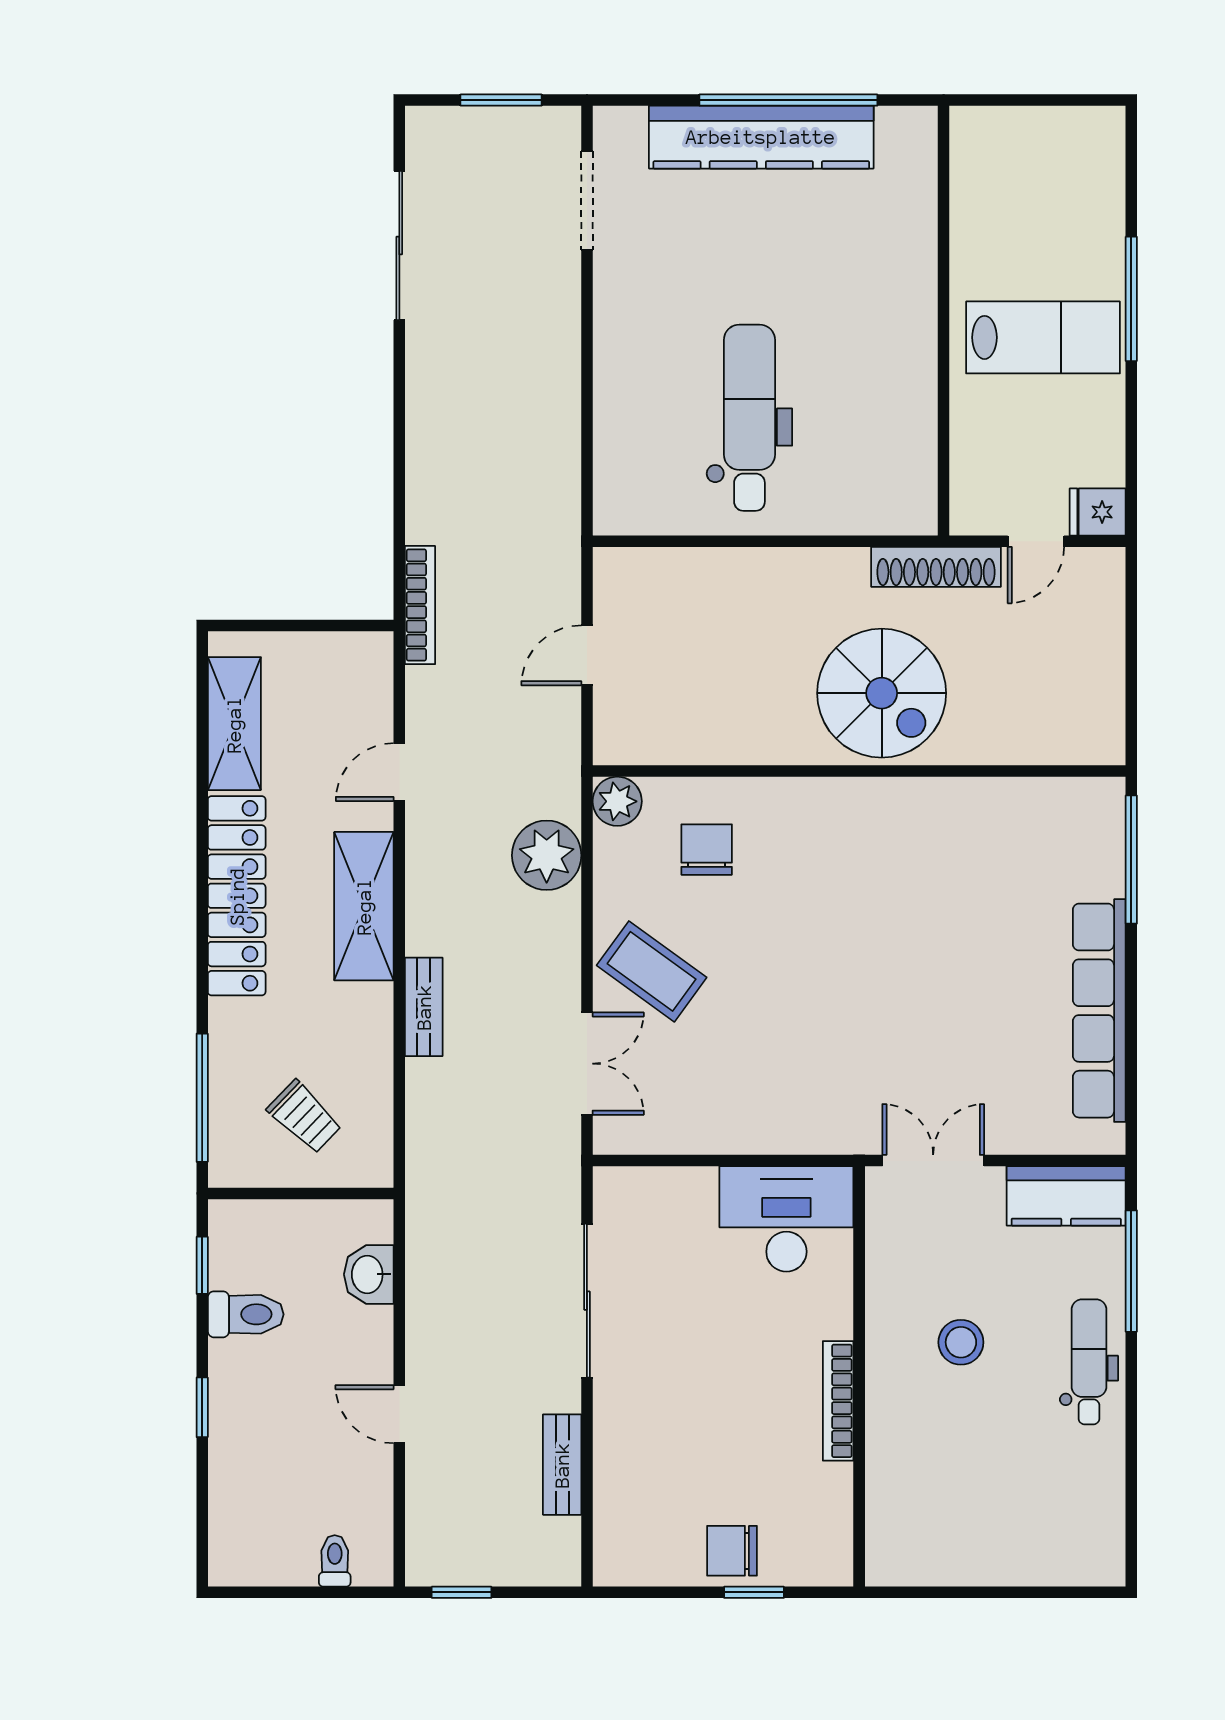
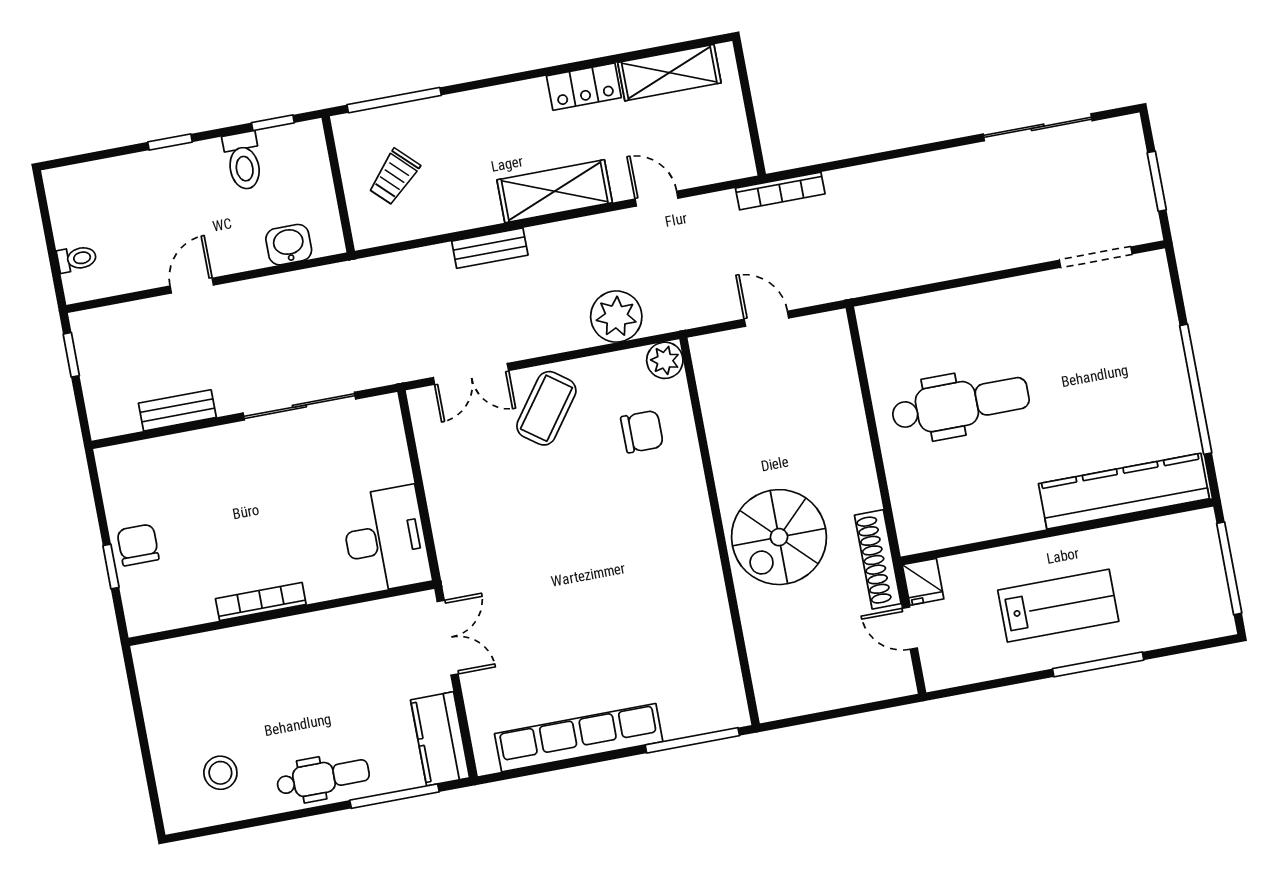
window: (1036, 100) -> (1229, 568), added
kitchen counter: (761, 137) -> (1124, 491), moved, turned 90
lab bench: (1043, 337) -> (1058, 606), turned -90
fridge: (1098, 512) -> (923, 582), moved, turned 180
locker: (237, 896) -> (584, 87), width x0.46, depth x0.83
stool: (961, 1342) -> (220, 773), moved

